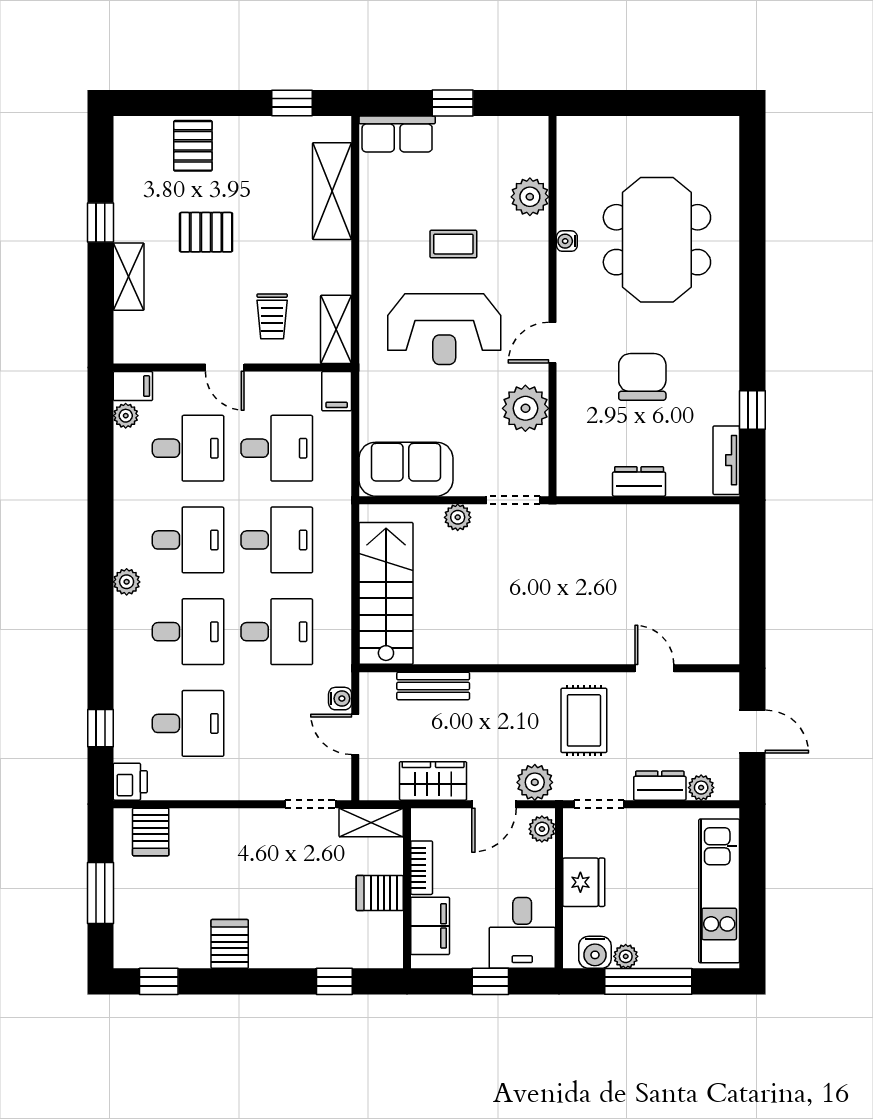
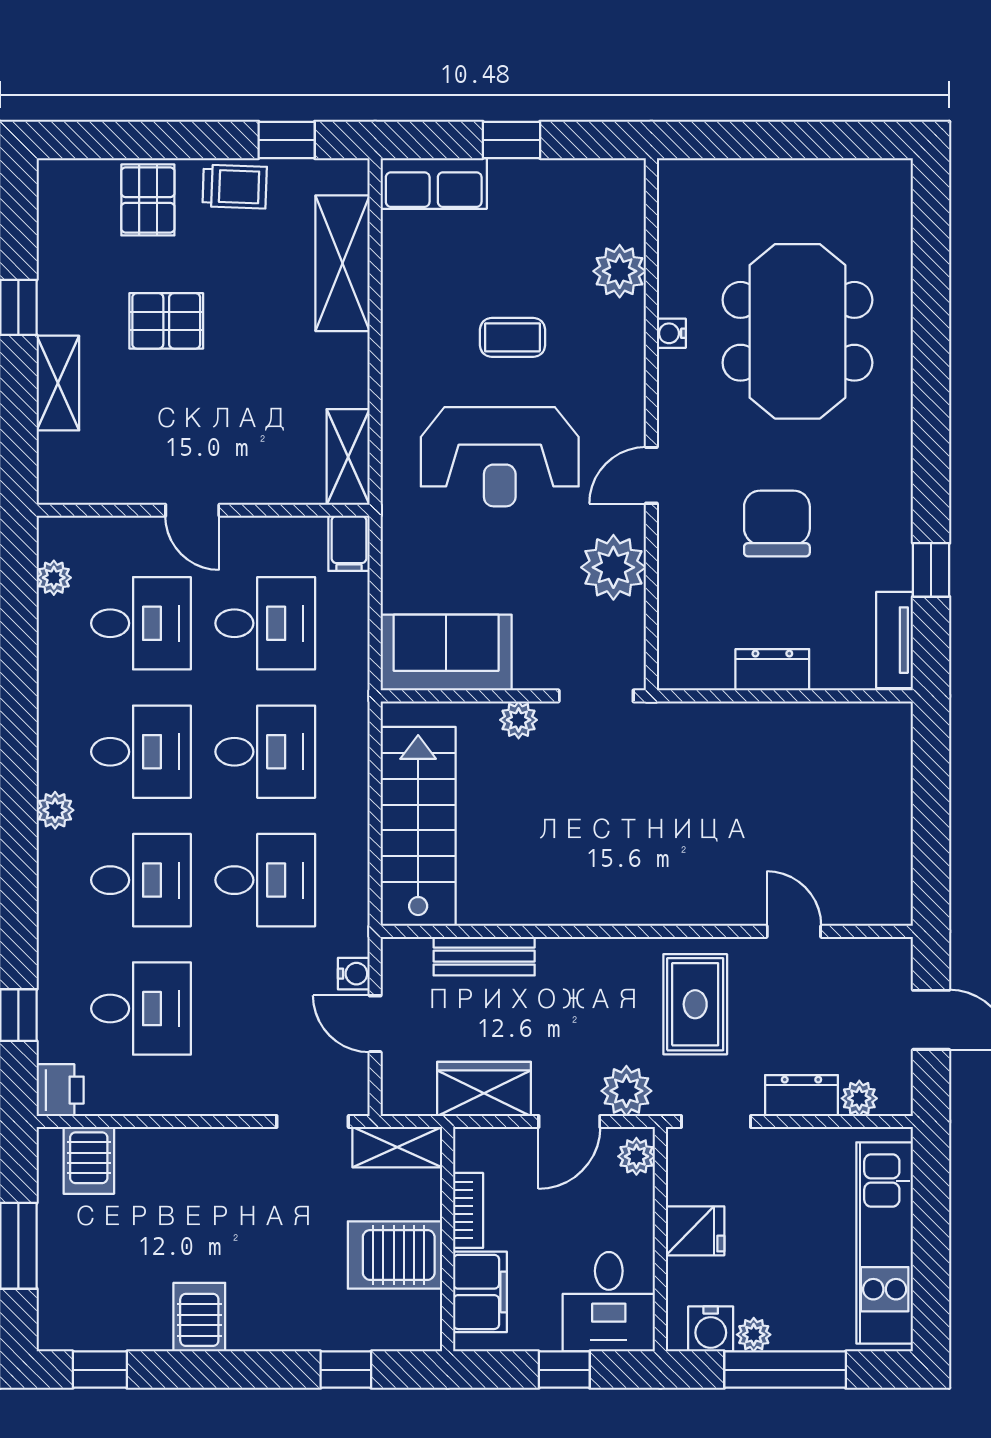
trolley: (272, 316) -> (235, 187), moved, turned -88
filing cabinet: (133, 386) -> (64, 536), removed
fridge: (584, 882) -> (695, 1231), width x0.72
server rack: (380, 893) -> (395, 1255), width x1.36, depth x1.44

